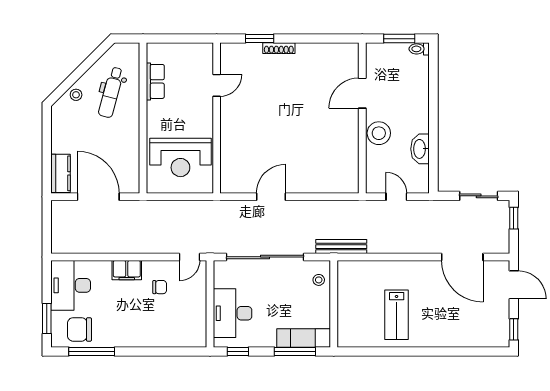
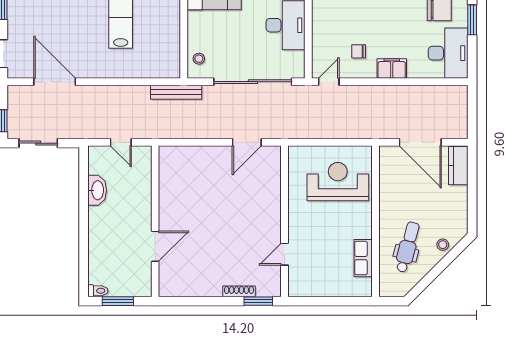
door: (217, 85) -> (285, 254), moved
wall: (217, 118) -> (285, 221), moved
stool: (379, 133) -> (139, 206), removed

